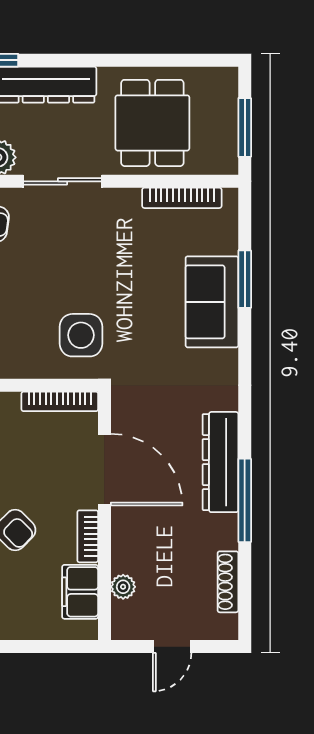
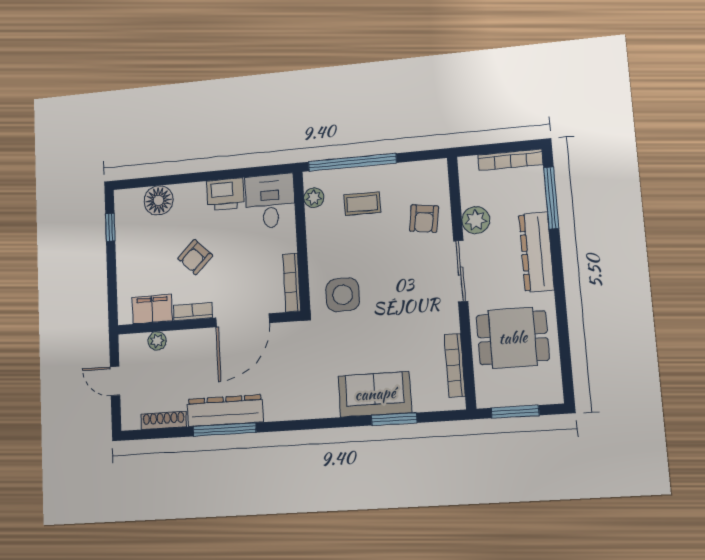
dresser: (220, 462) -> (225, 411), moved

